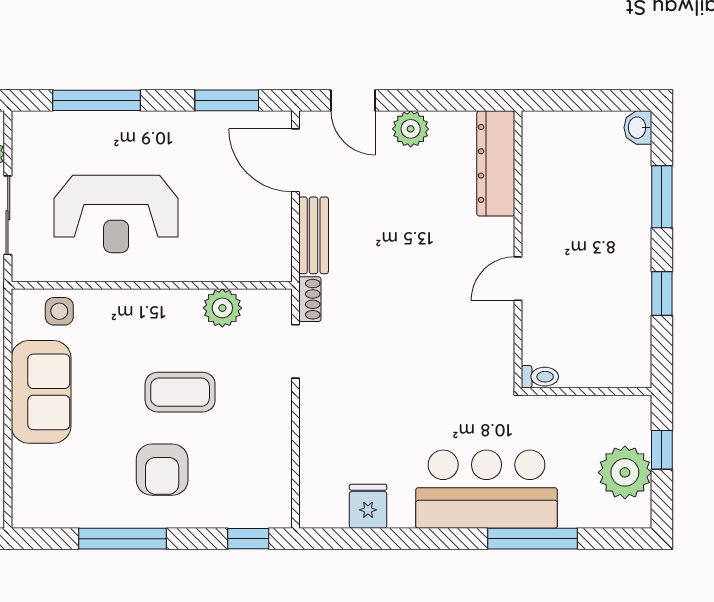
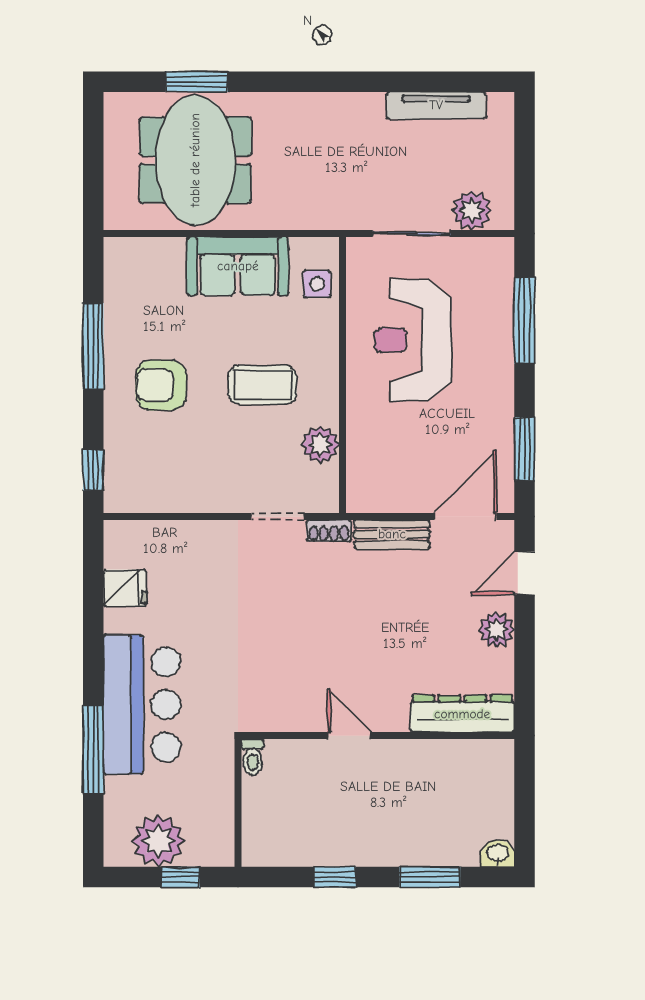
coffee table: (180, 392) -> (262, 385), moved, turned 90

